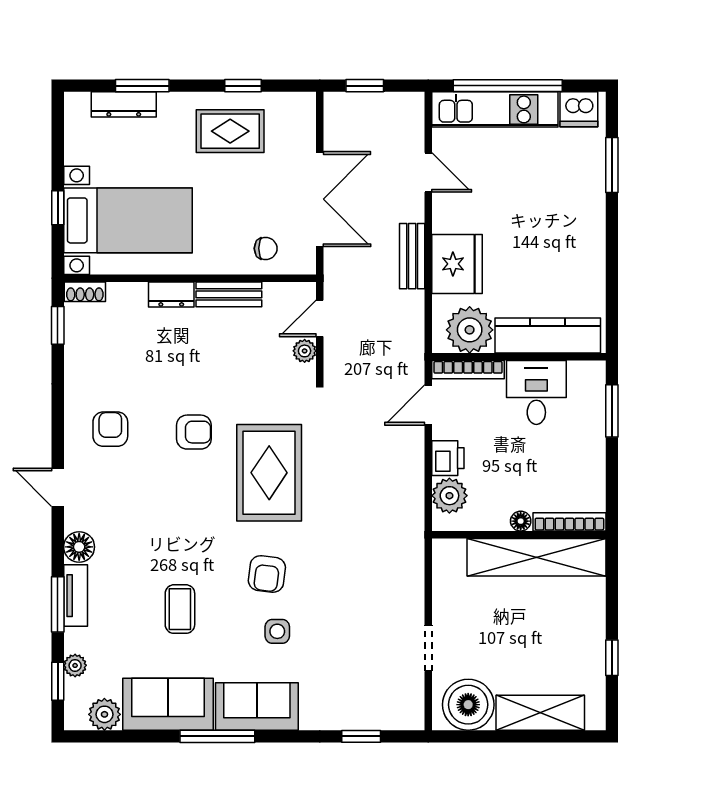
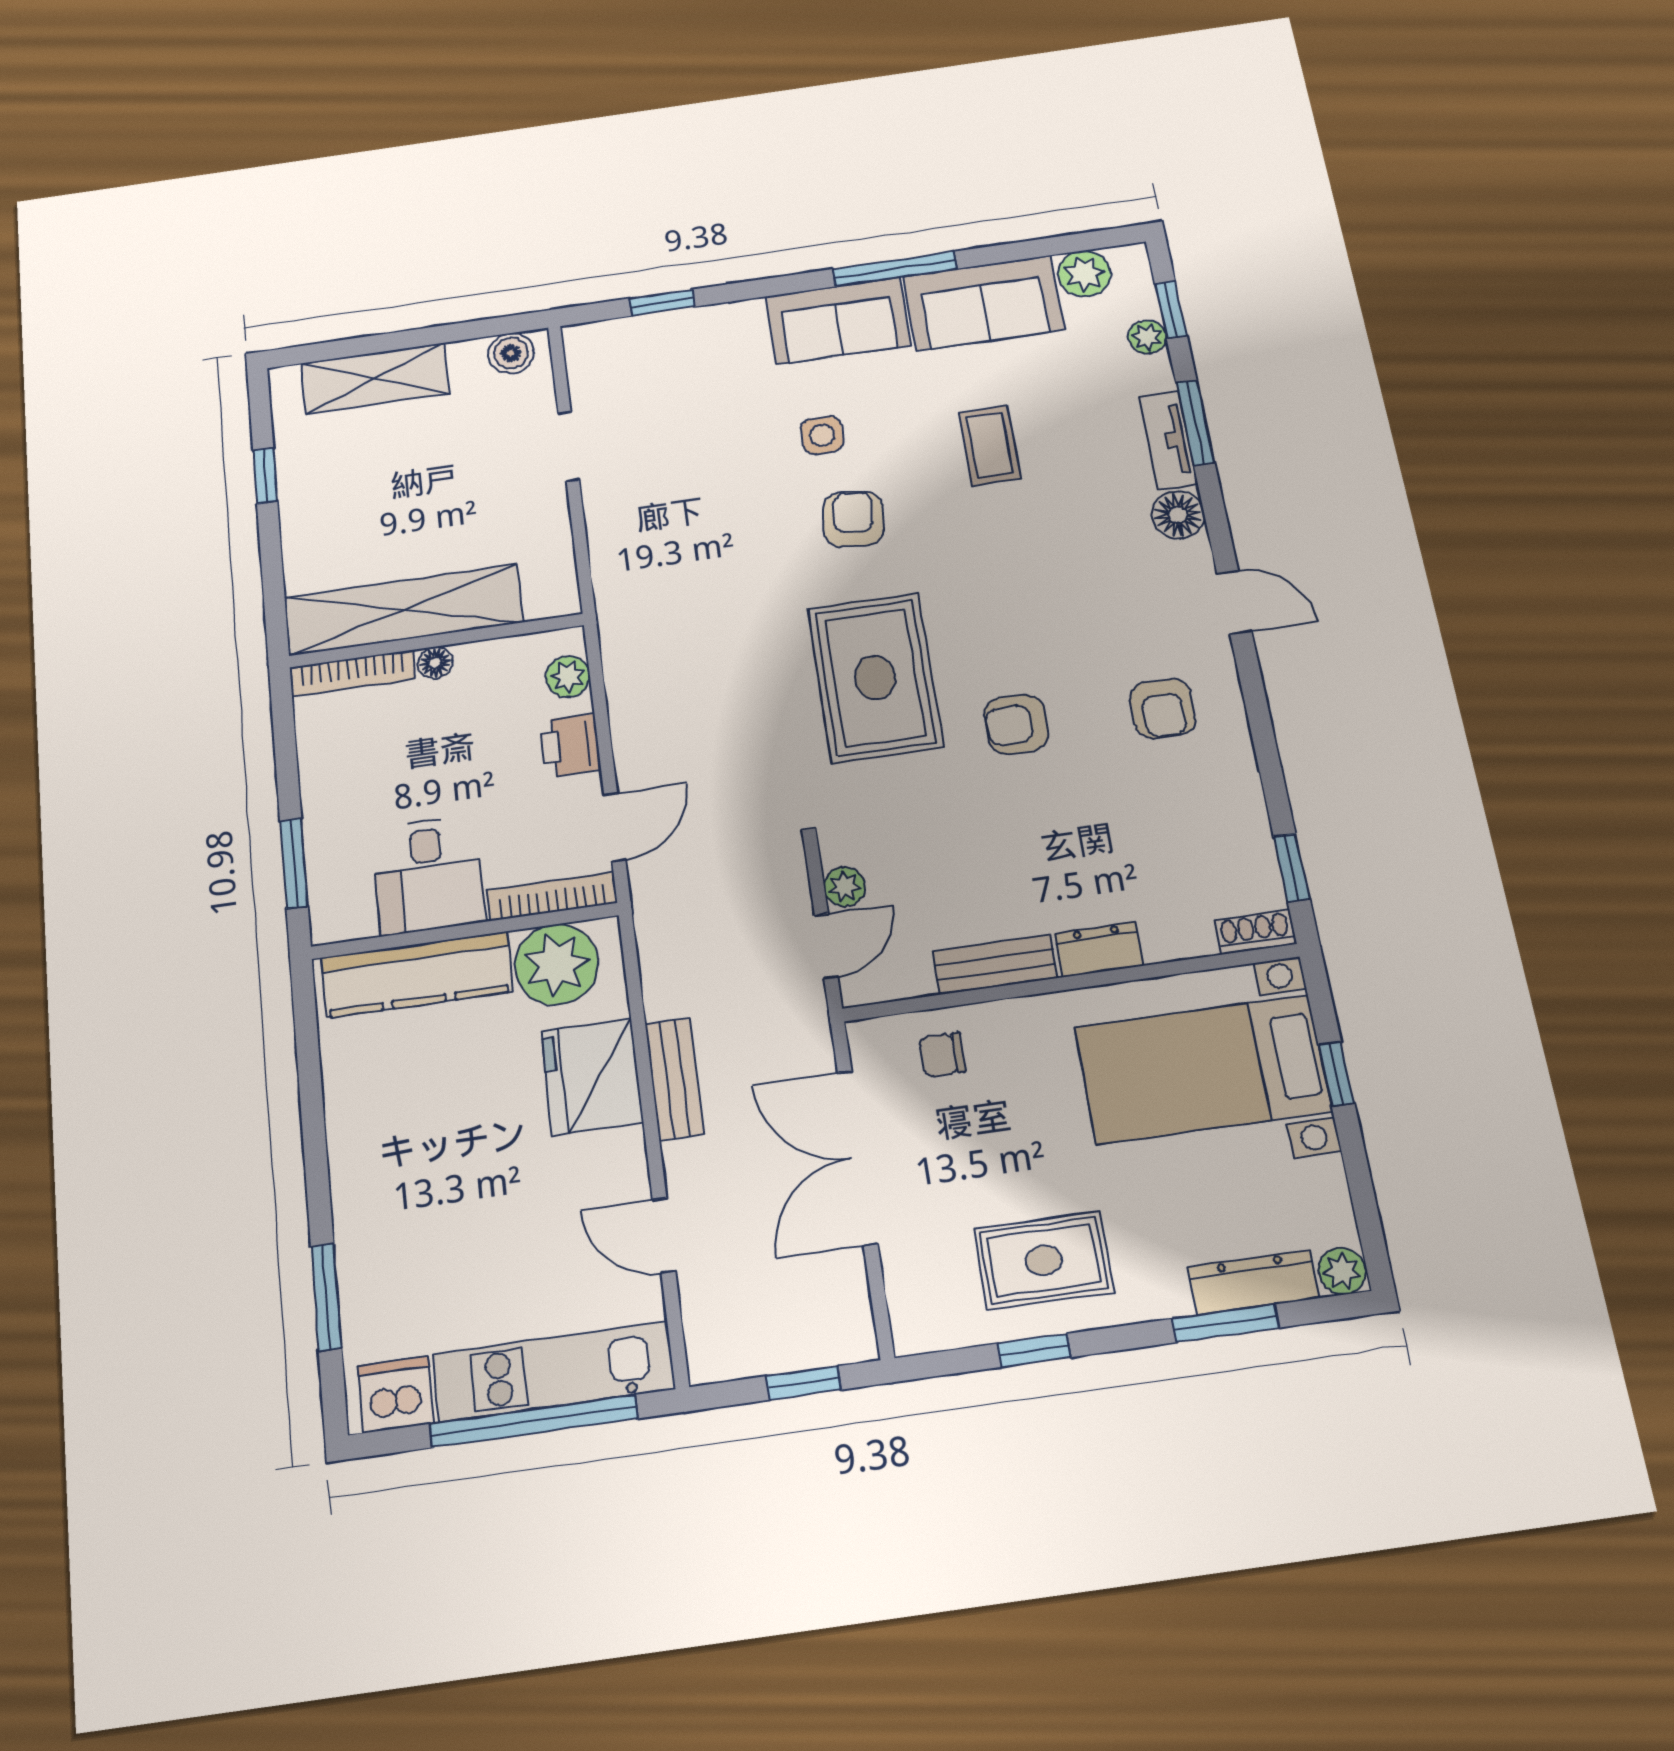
plant: (77, 104) -> (1342, 1271), added
plant: (449, 496) -> (568, 677), width x0.73, depth x0.73
boiler: (468, 705) -> (511, 353), width x0.54, depth x0.54

